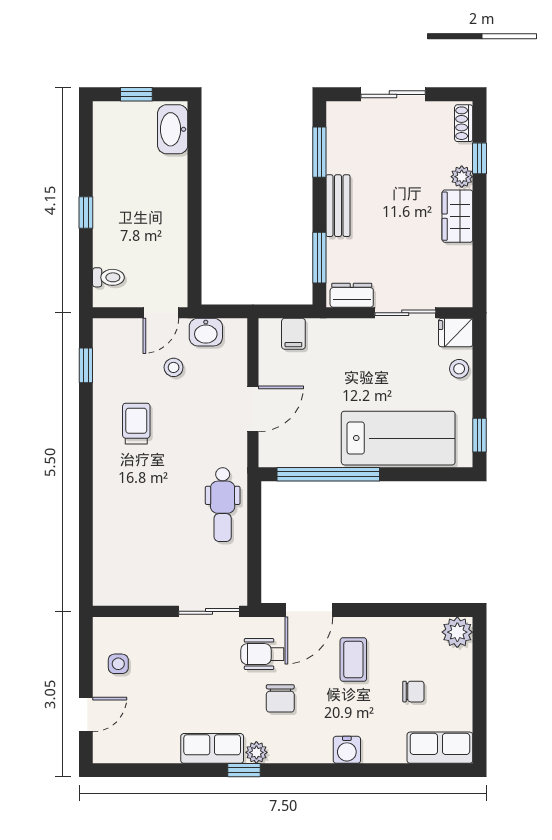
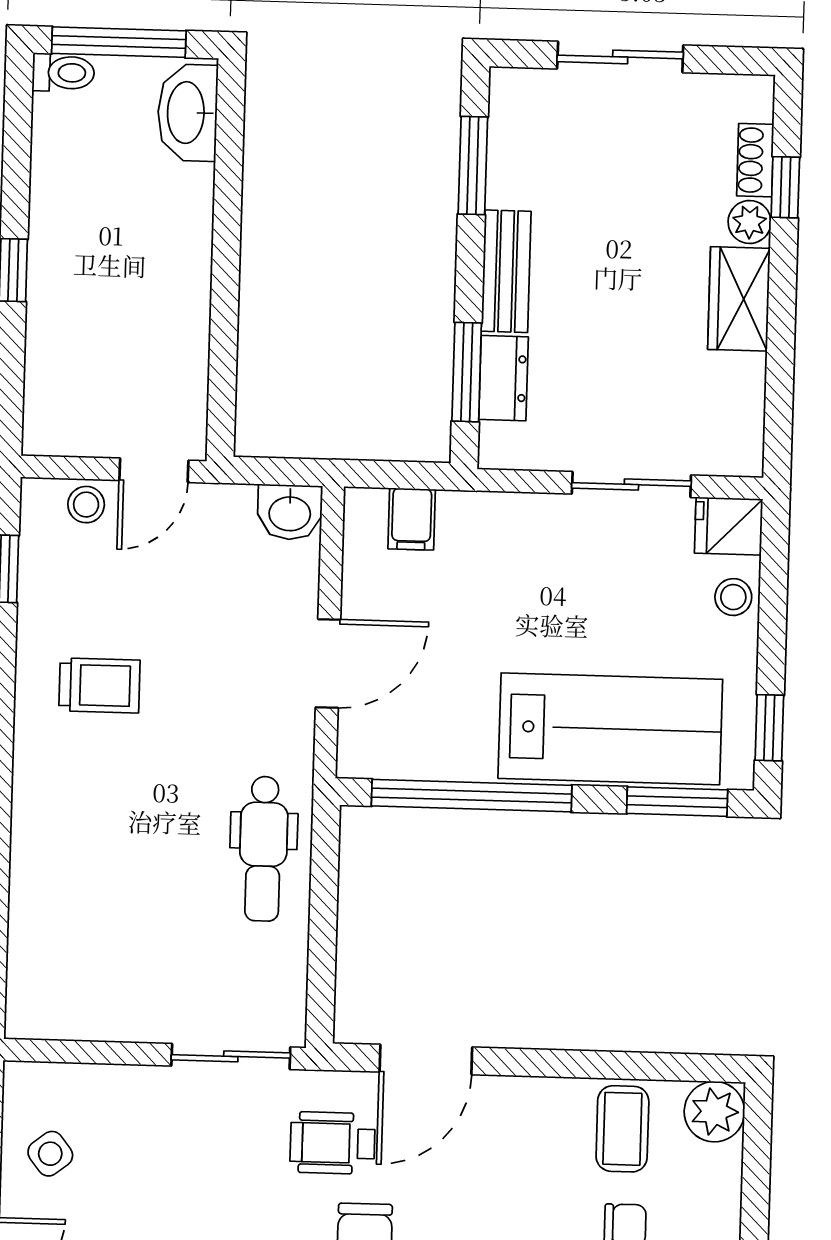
window: (136, 94) -> (119, 42), width x2.17
shoe rack: (464, 123) -> (755, 160), moved
toilet: (108, 277) -> (63, 73), moved
dresser: (352, 295) -> (503, 378), moved, turned 90
washbasin: (206, 332) -> (290, 512), moved
stool: (174, 367) -> (86, 505), moved
trolley: (136, 424) -> (99, 685), turned 90
window: (434, 474) -> (677, 802), added
coffee table: (353, 660) -> (622, 1129), moved
side table: (118, 664) -> (50, 1154), turned -38

